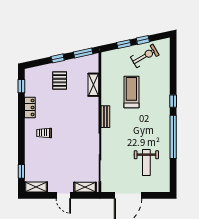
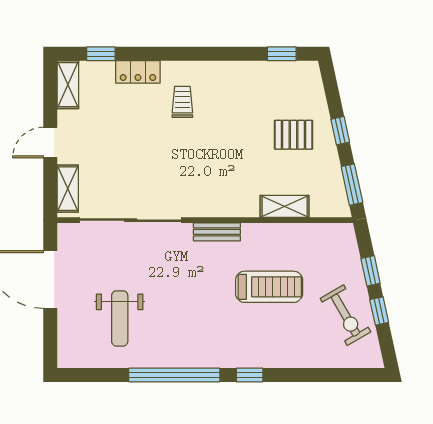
locker: (30, 107) -> (138, 72), moved
weight bench: (146, 163) -> (120, 318), turned -90

